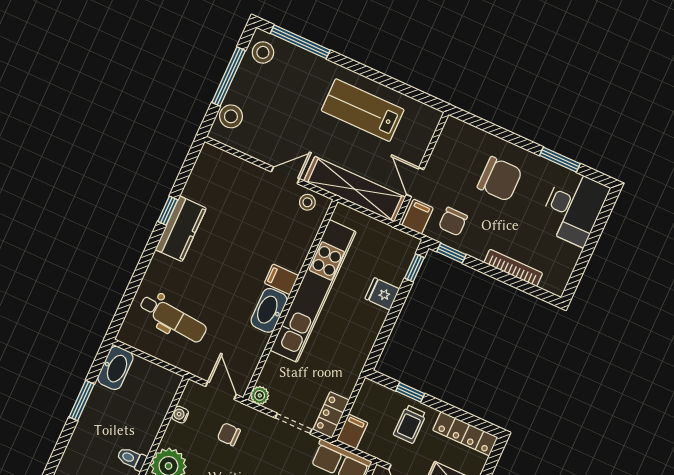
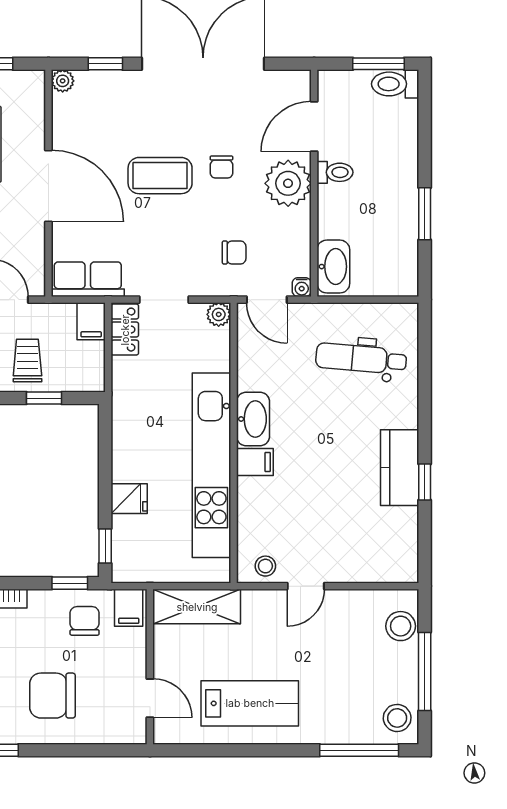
door: (415, 182) -> (150, 698), moved
shelving: (355, 189) -> (197, 607), width x0.68
washbasin: (115, 368) -> (333, 267), moved, turned 180
water cooler: (180, 415) -> (302, 287), moved, turned 90

